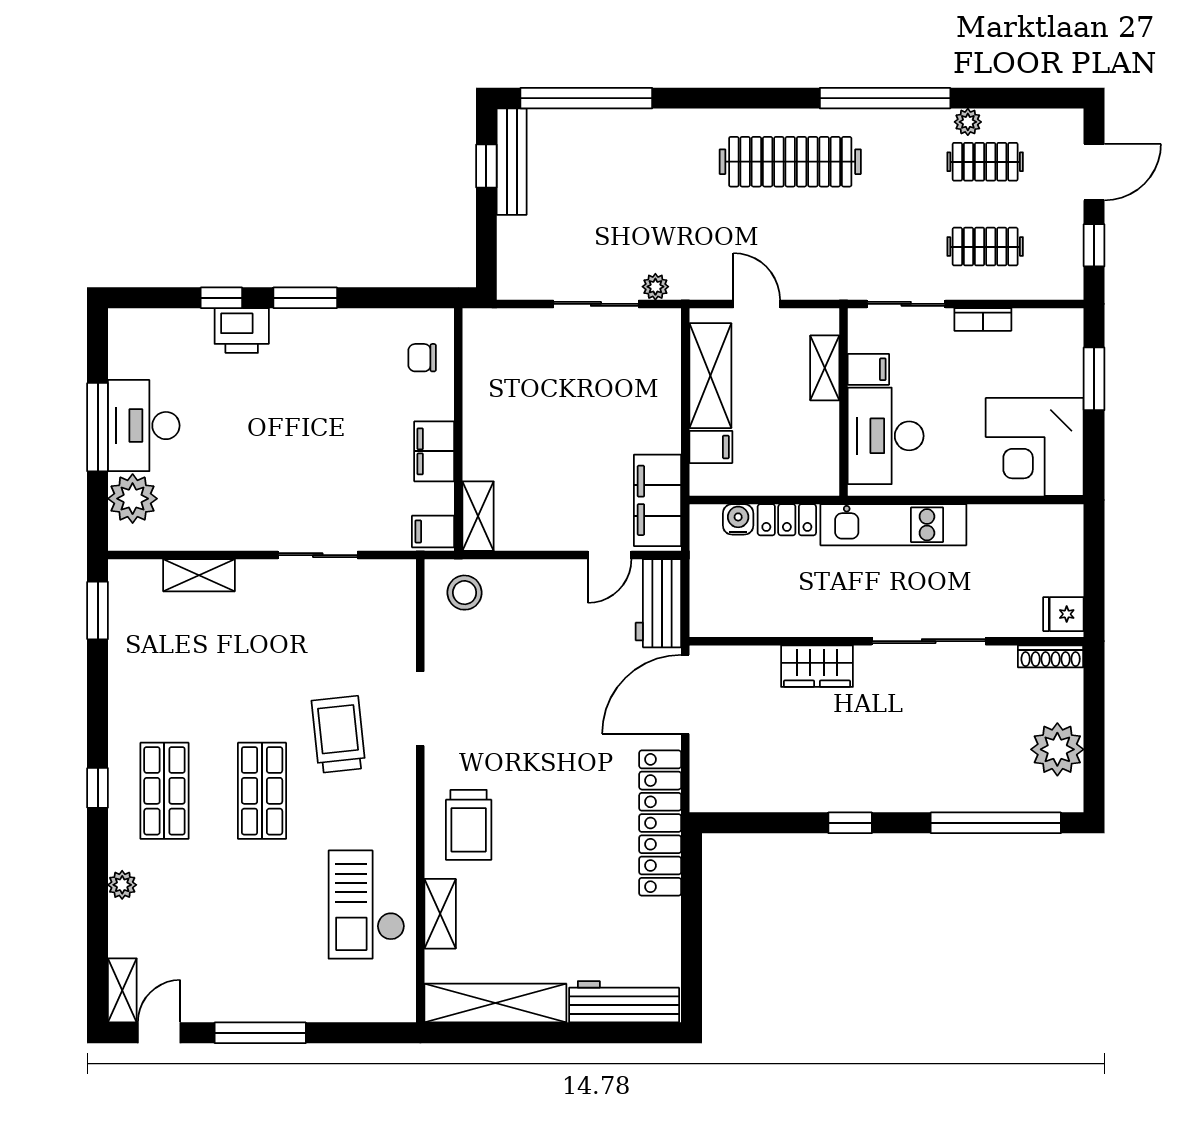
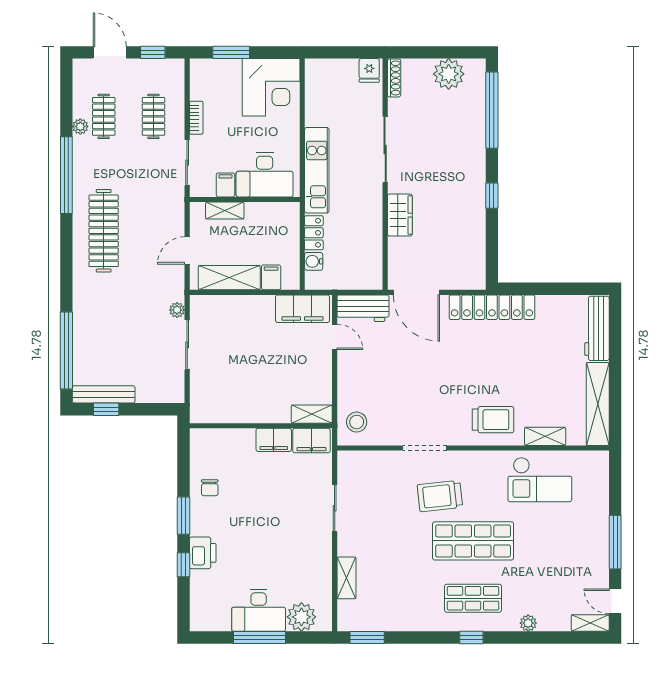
chair: (422, 358) -> (210, 488), moved
filing cabinet: (433, 531) -> (311, 441), width x2.00
shop shelf: (262, 791) -> (473, 541), width x1.43, depth x1.36

